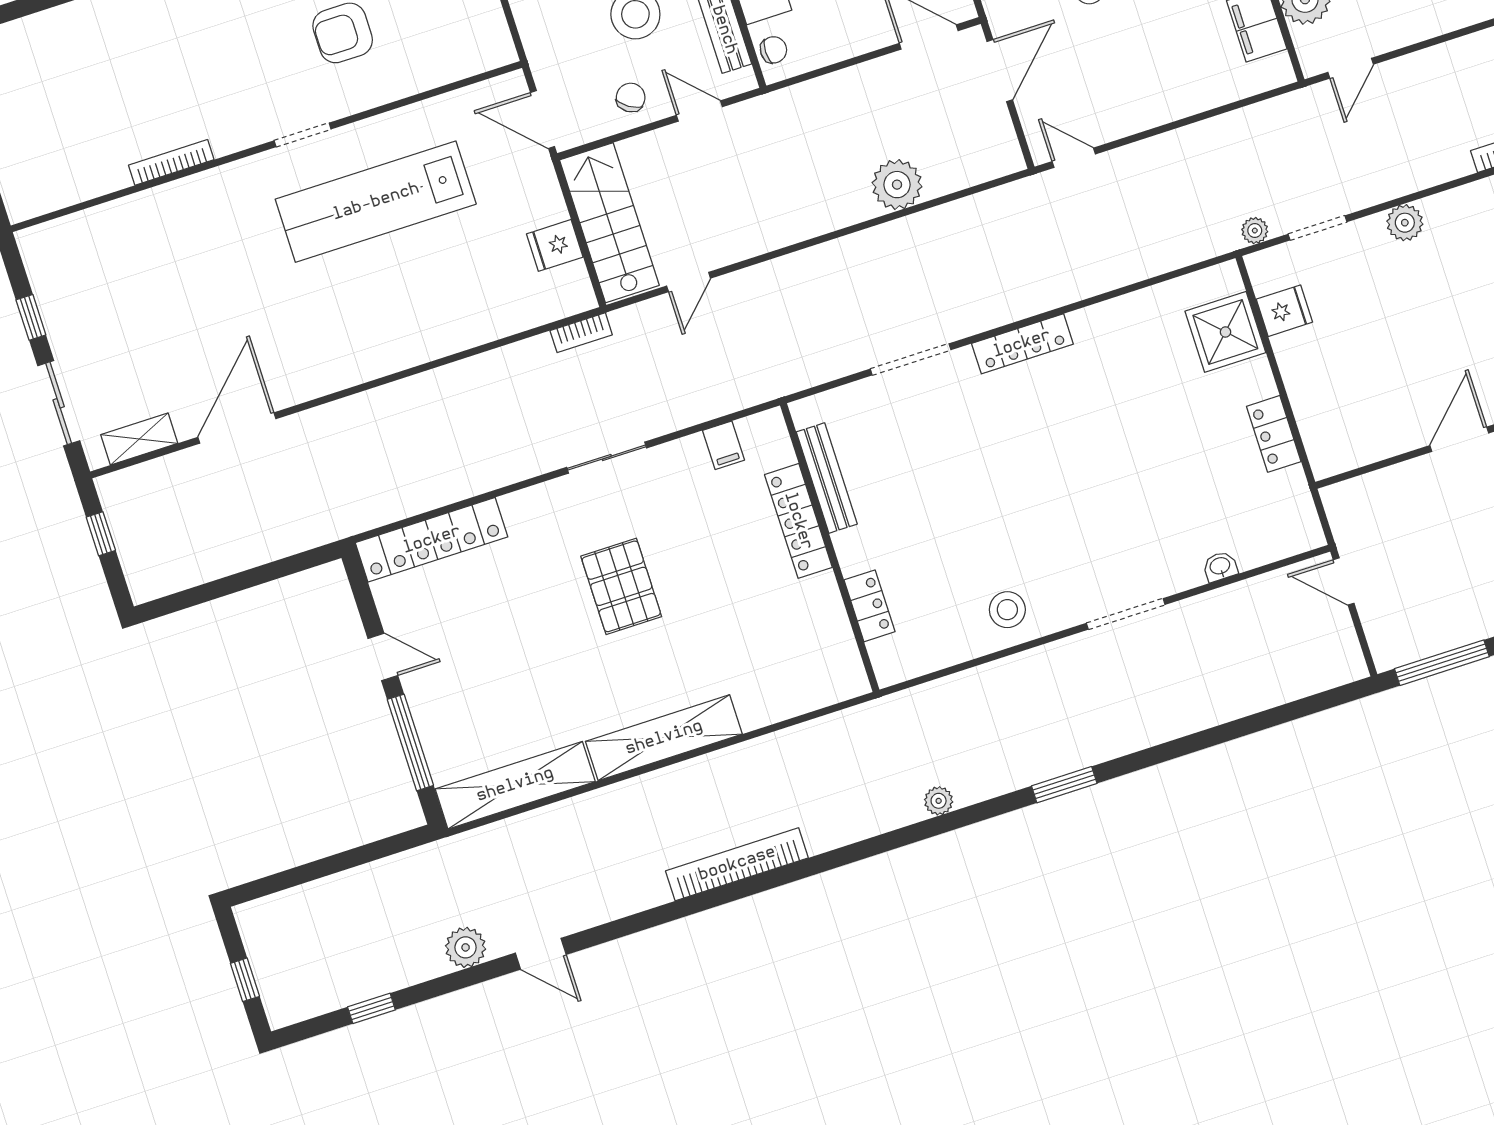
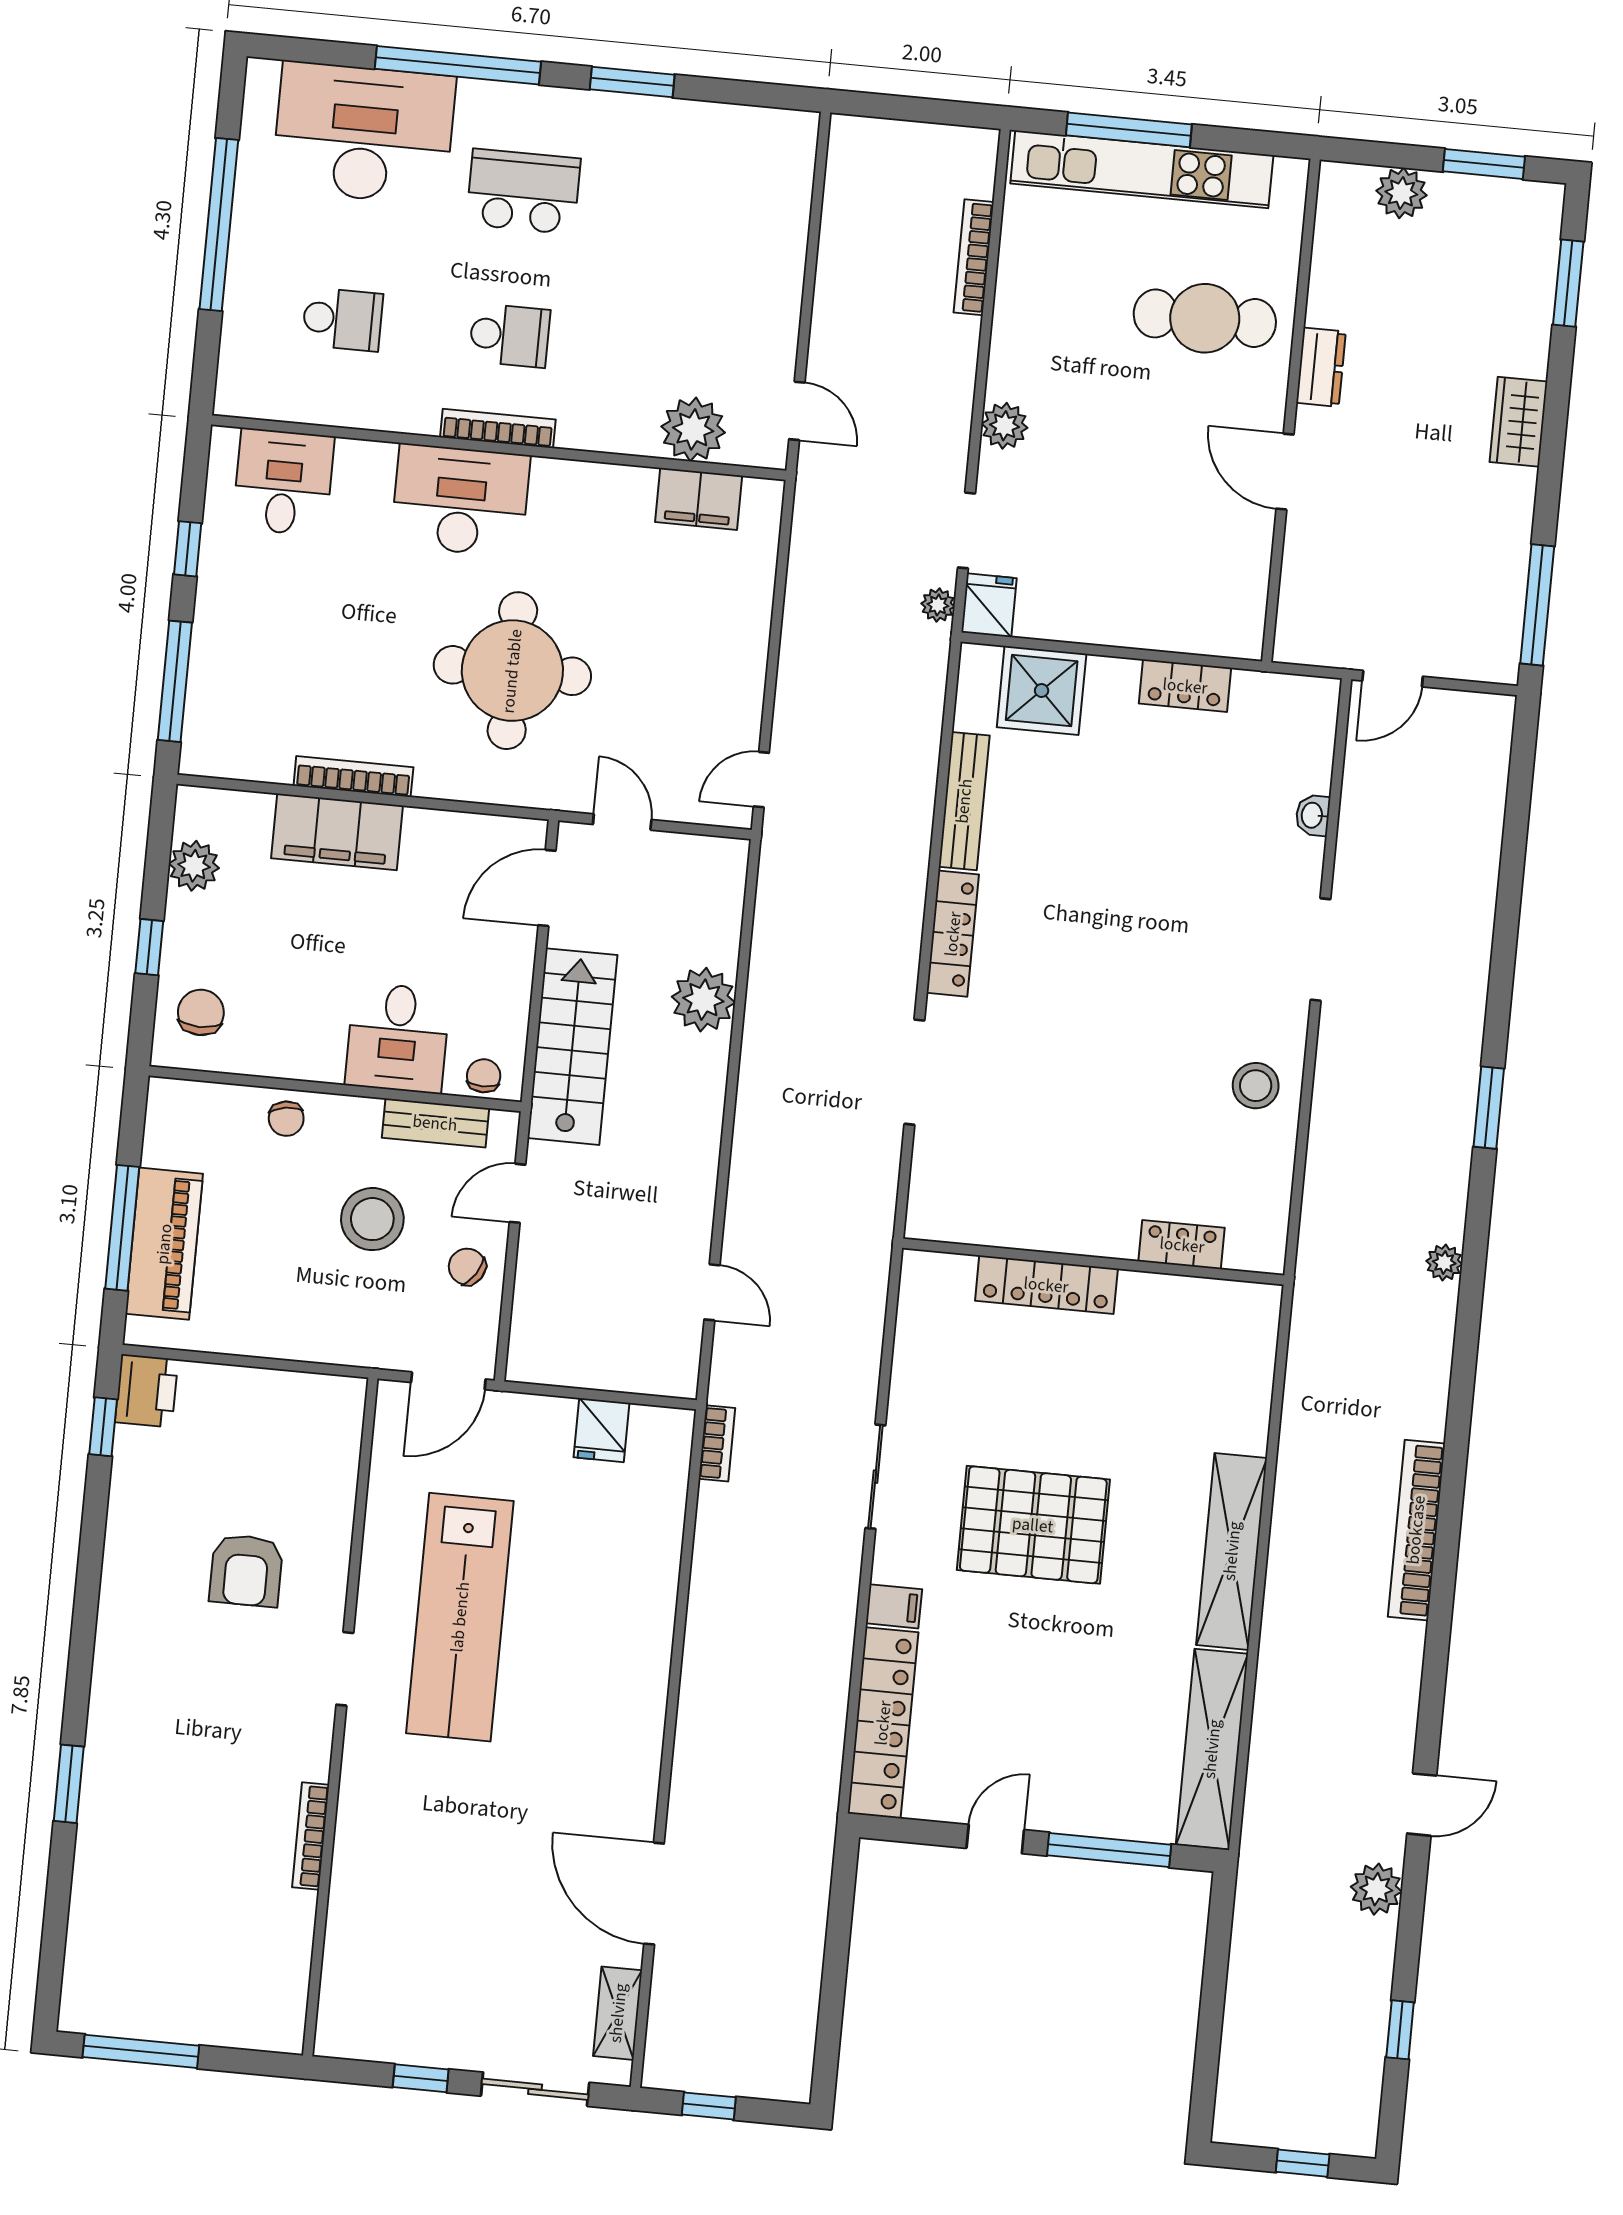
door: (1000, 71) -> (622, 822), width x0.73
stairs: (609, 223) -> (572, 1047), moved, turned 90
fridge: (1284, 311) -> (989, 605), moved
filing cabinet: (724, 445) -> (894, 1606), moved
bench: (827, 478) -> (964, 801), moved, turned 90
pallet: (621, 586) -> (1033, 1525), width x1.37, depth x1.41

